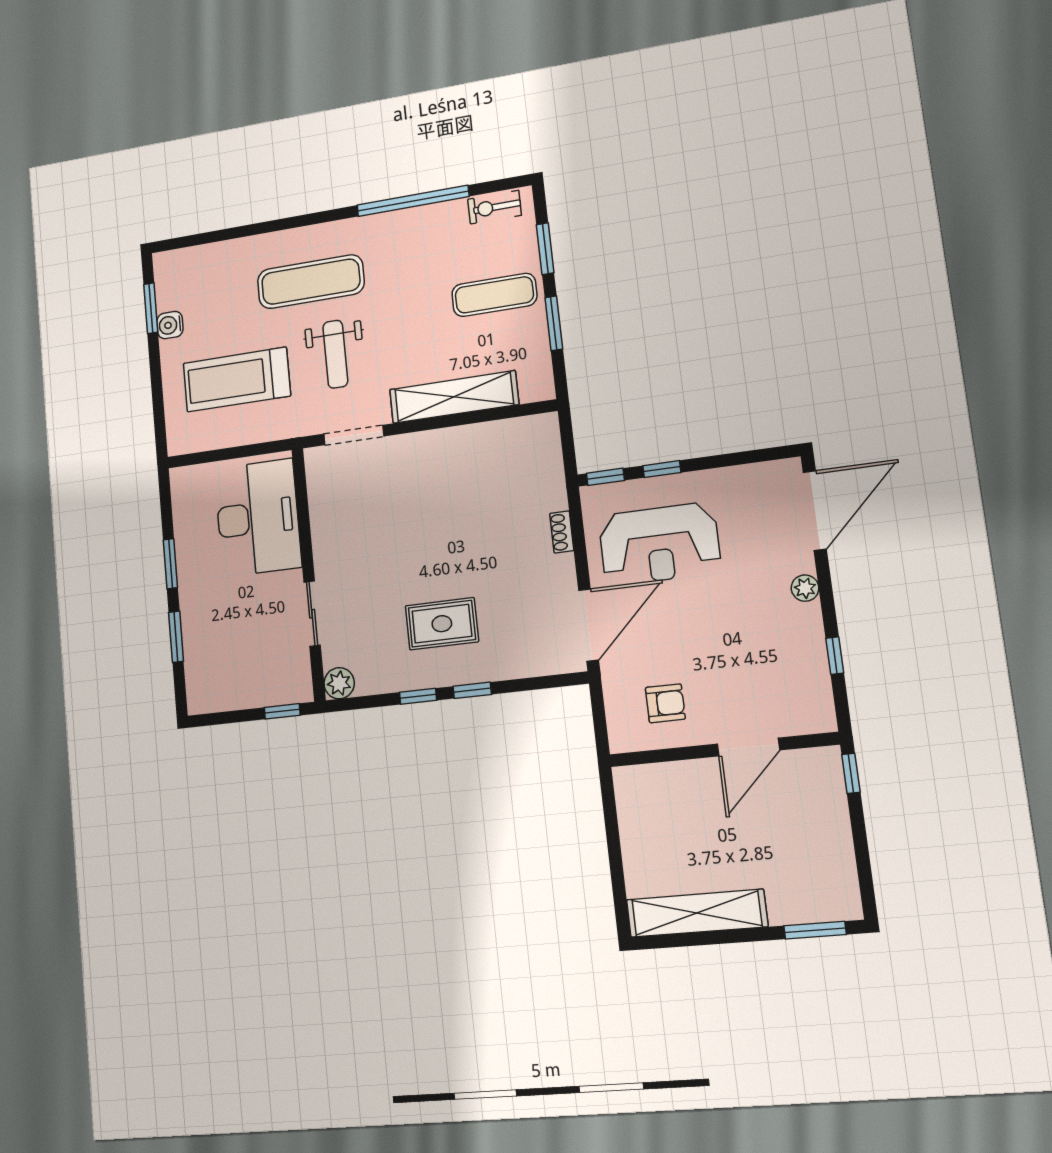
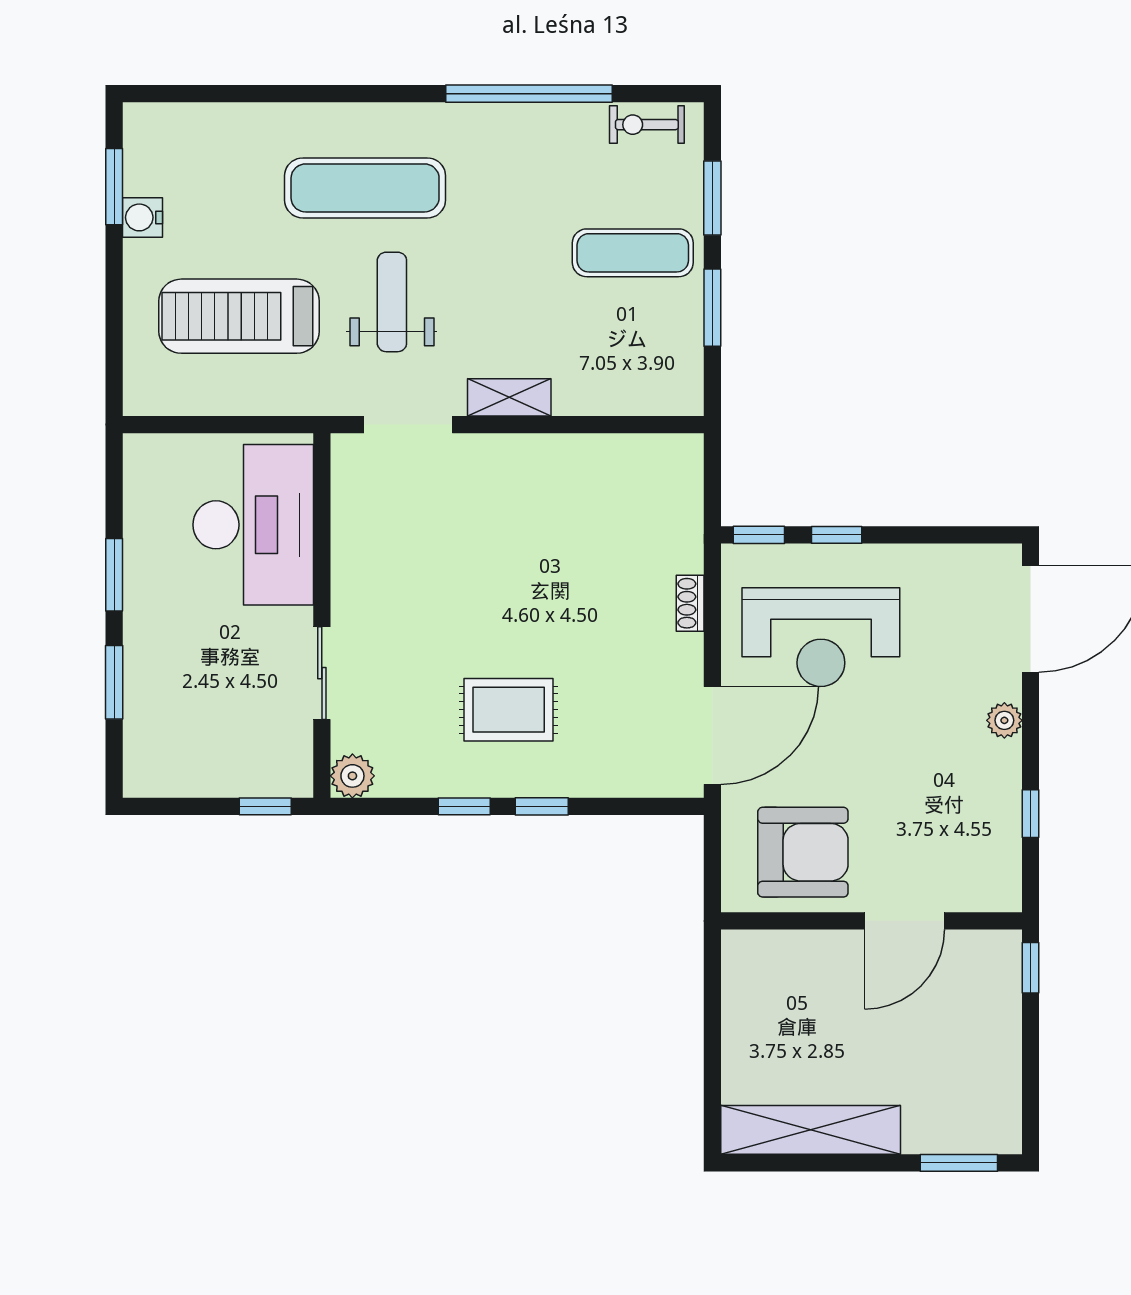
weight bench: (335, 354) -> (392, 302), turned 180
shelving: (454, 397) -> (509, 397), width x0.45, depth x0.75
armchair: (665, 703) -> (803, 852), width x1.88, depth x1.88

